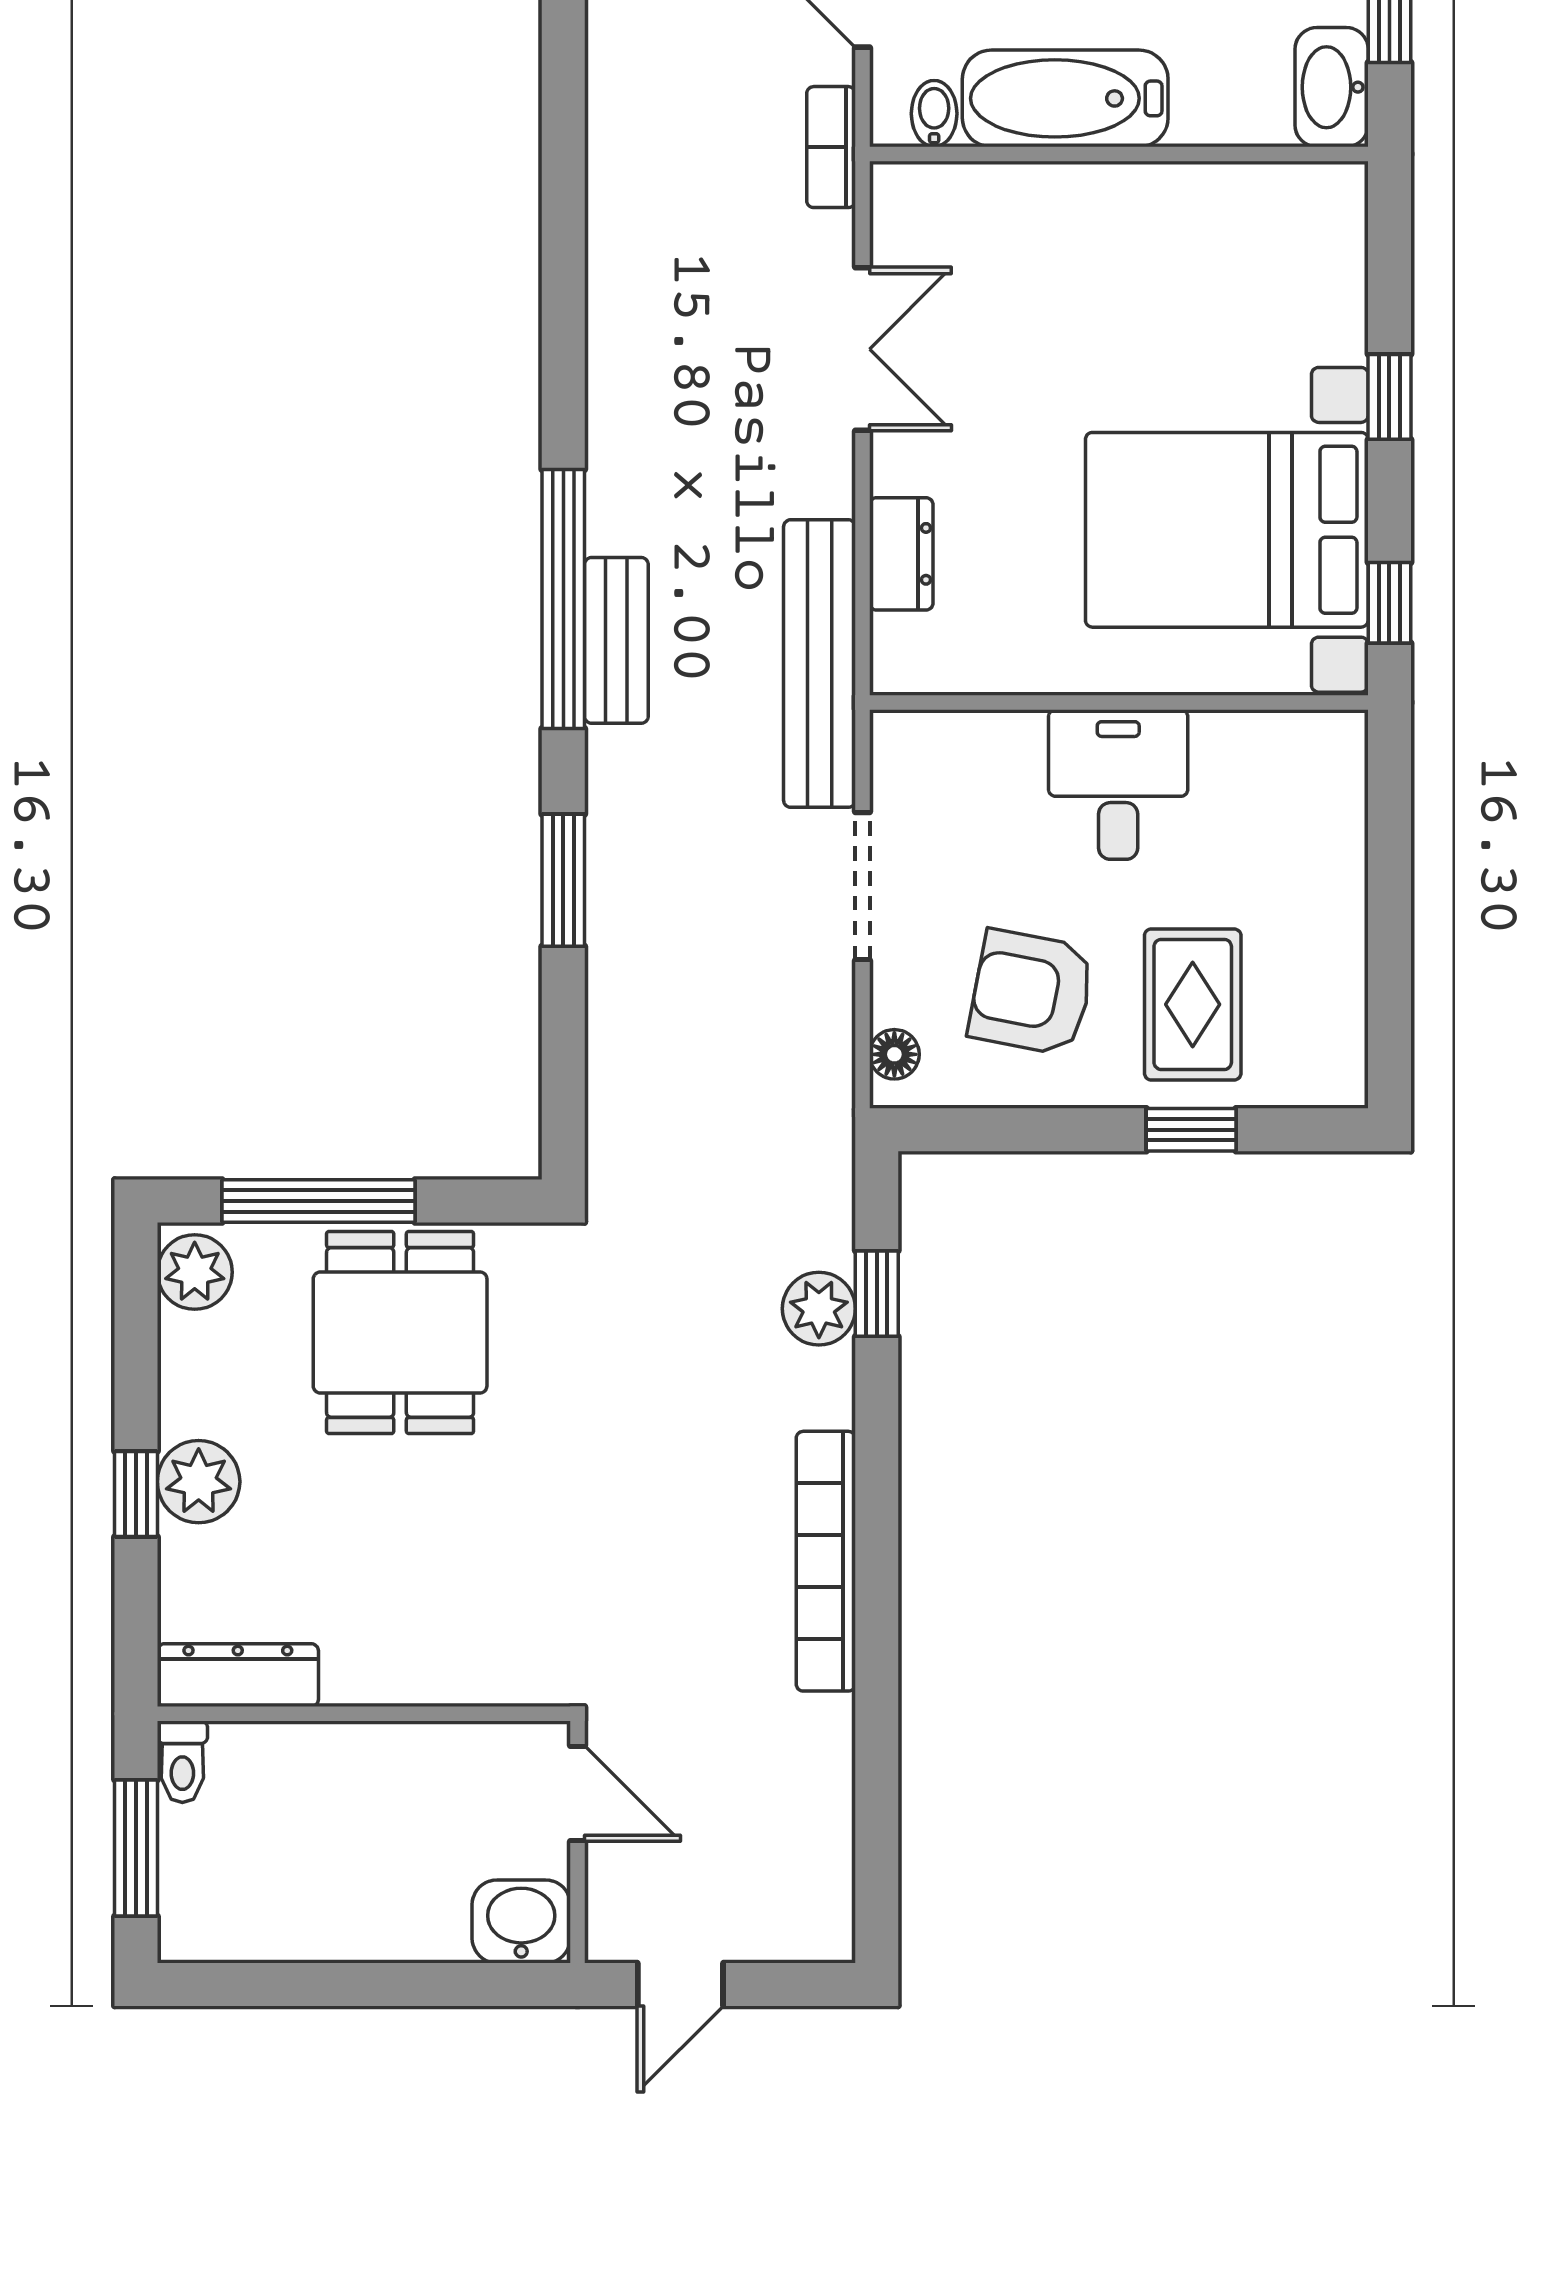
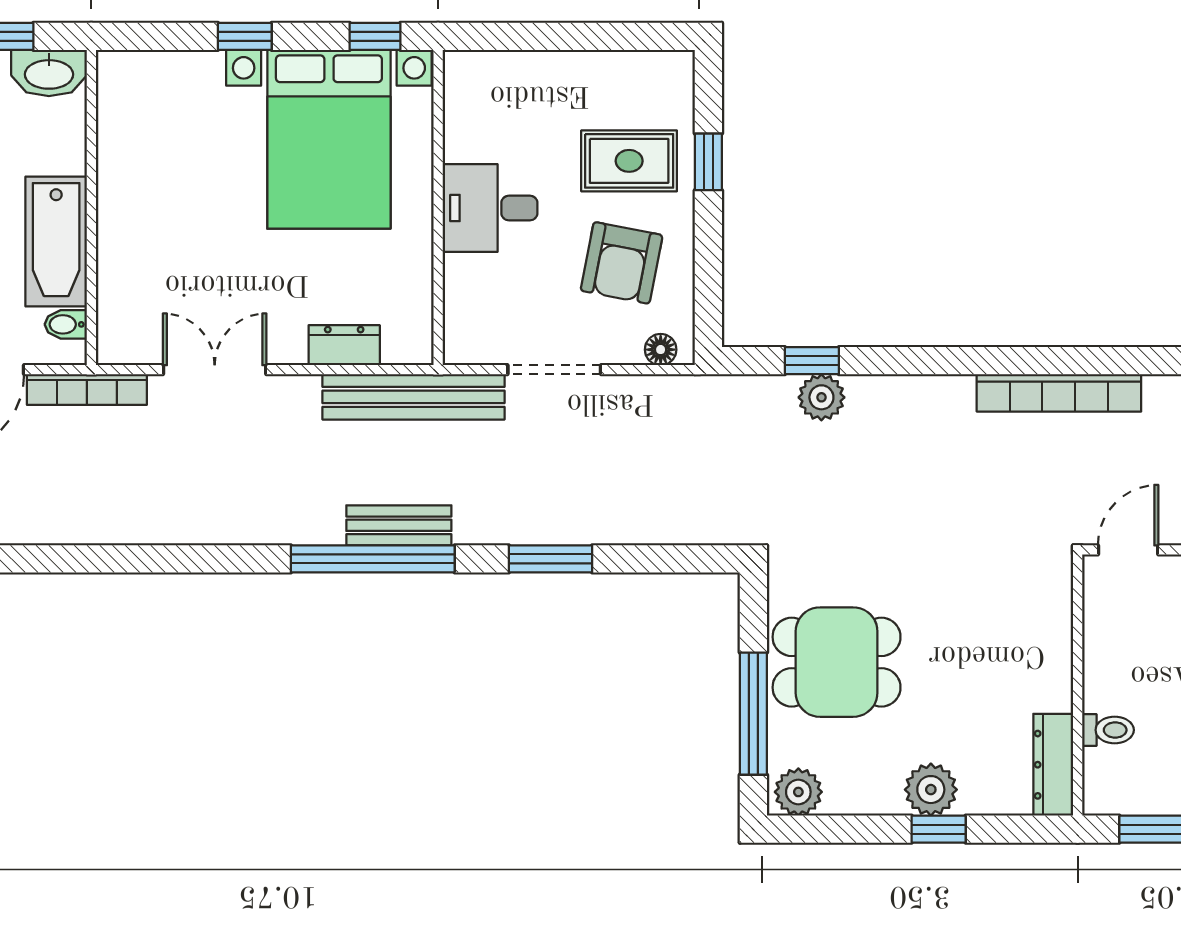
bookcase: (831, 147) -> (87, 390), width x1.56
bookcase: (826, 1561) -> (1059, 393), moved
toilet: (182, 1762) -> (1108, 730), moved

